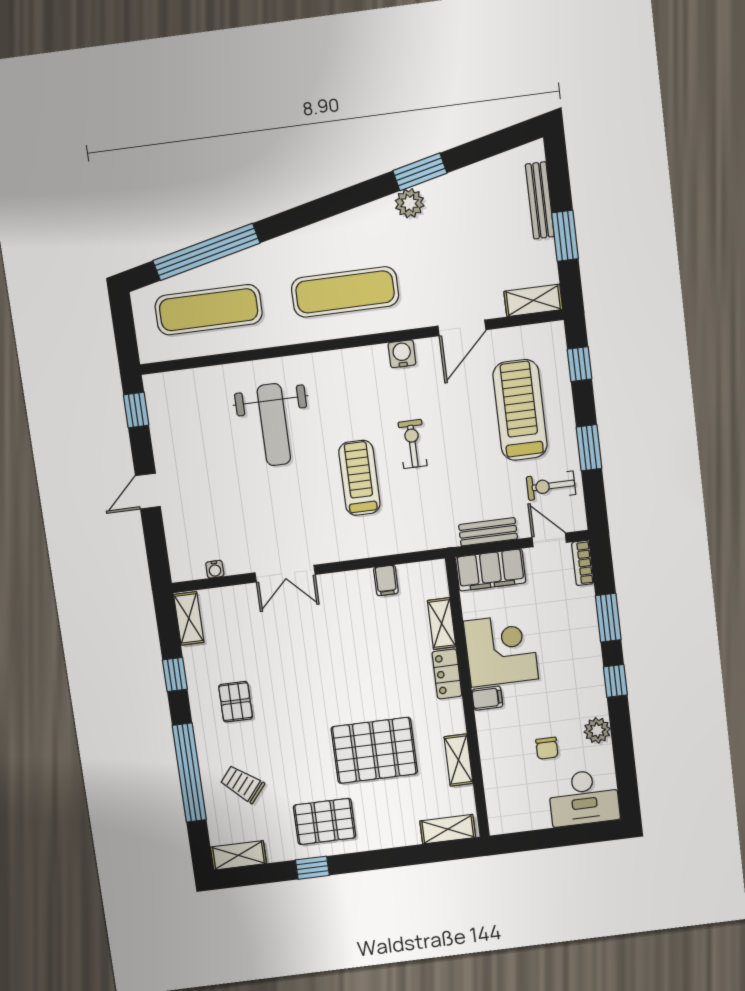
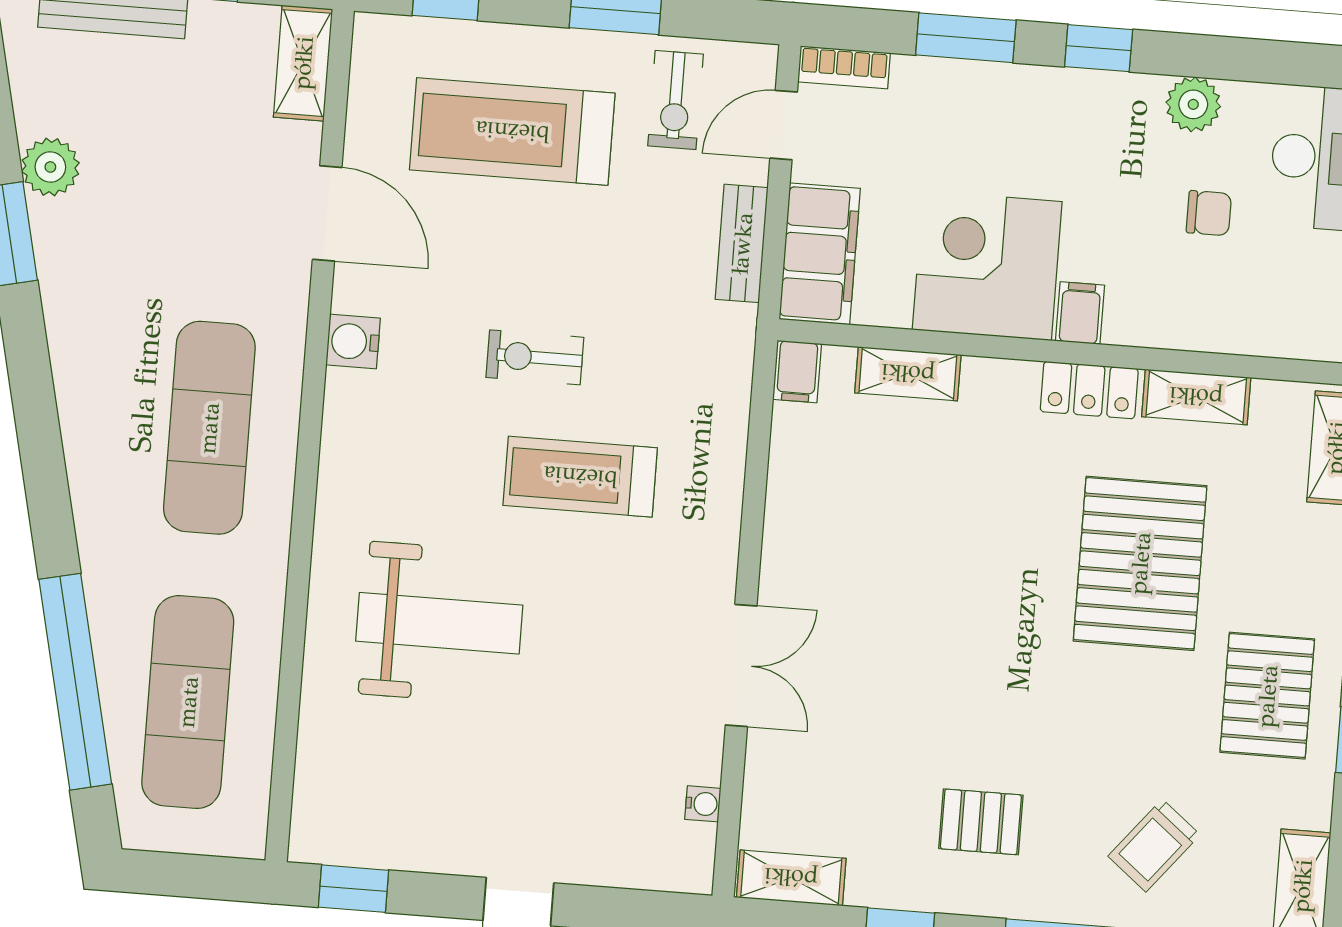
plant: (410, 203) -> (50, 167), moved
filing cabinet: (386, 580) -> (797, 371), moved, turned 90
locker: (447, 674) -> (1089, 390), moved

